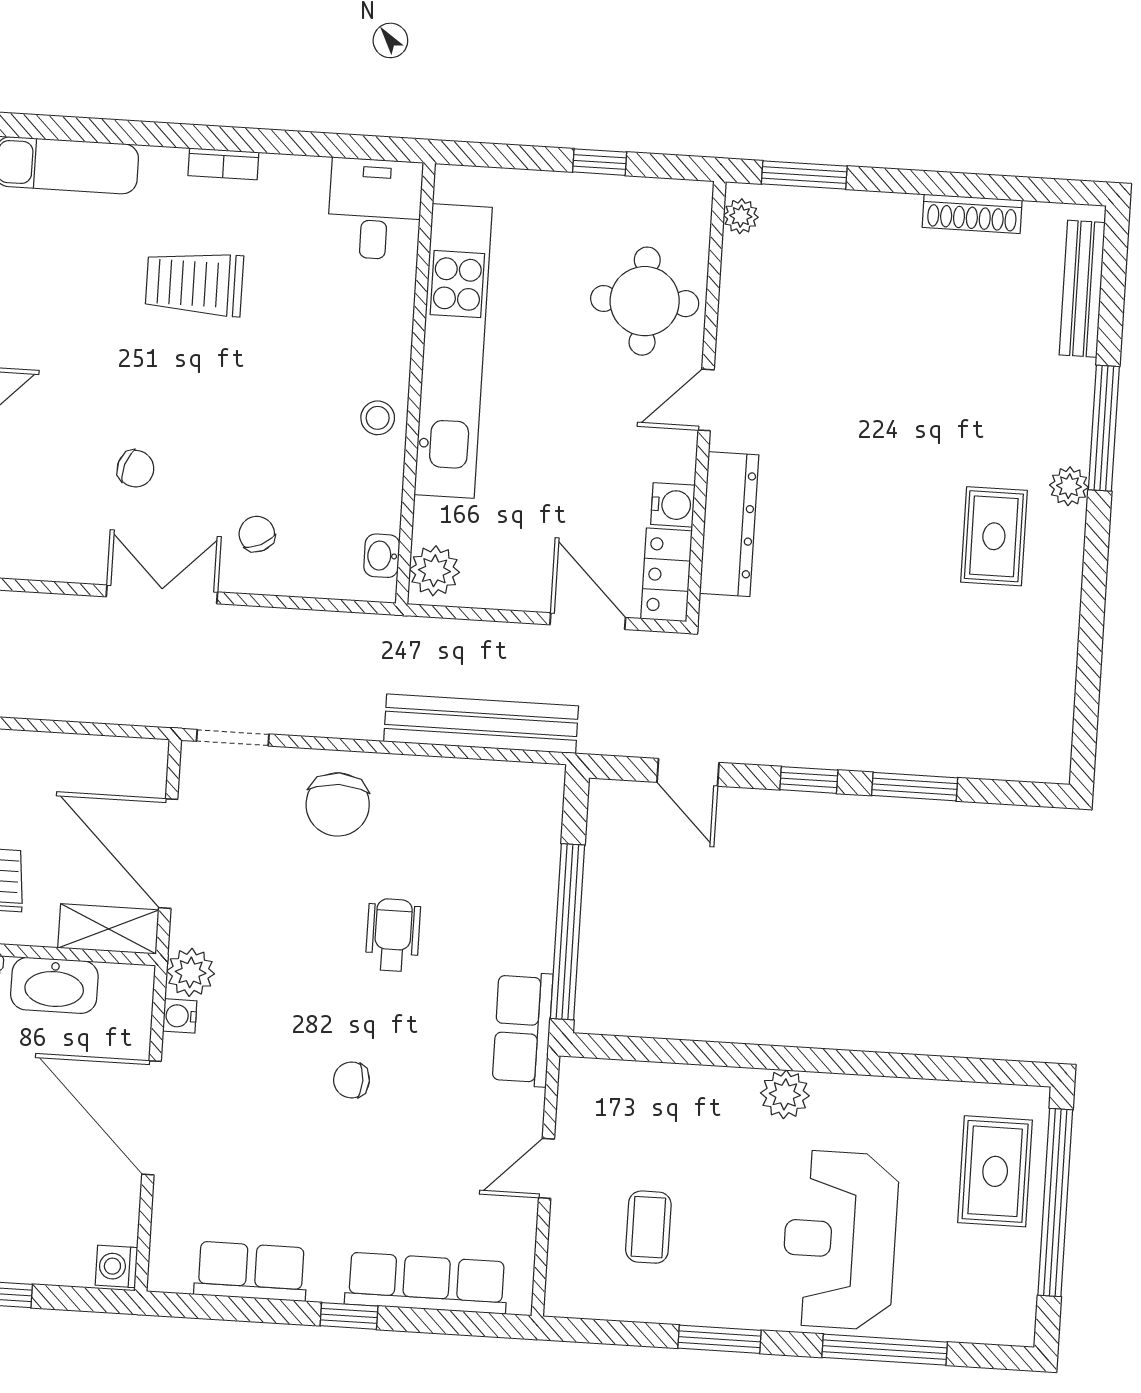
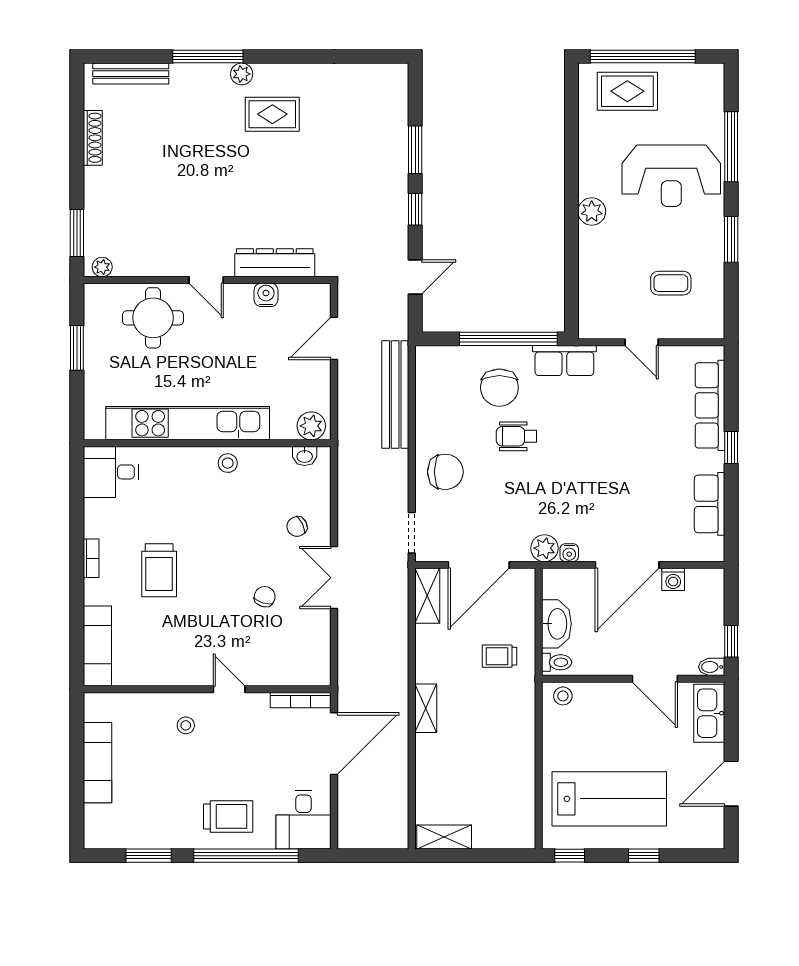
window: (600, 162) -> (77, 348), width x1.50
locker: (666, 575) -> (305, 296), removed
shelving: (108, 929) -> (427, 596), moved
chair: (351, 1080) -> (499, 388), moved, width x1.87, depth x1.87
washing machine: (116, 1266) -> (673, 579), moved

